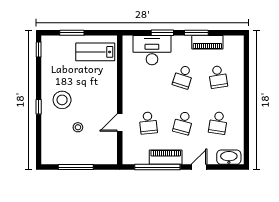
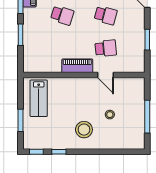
desk: (152, 50) -> (37, 45), removed
window: (39, 107) -> (59, 152), moved
piano: (166, 157) -> (77, 66), moved, turned 90
window: (157, 167) -> (147, 40), width x0.47

